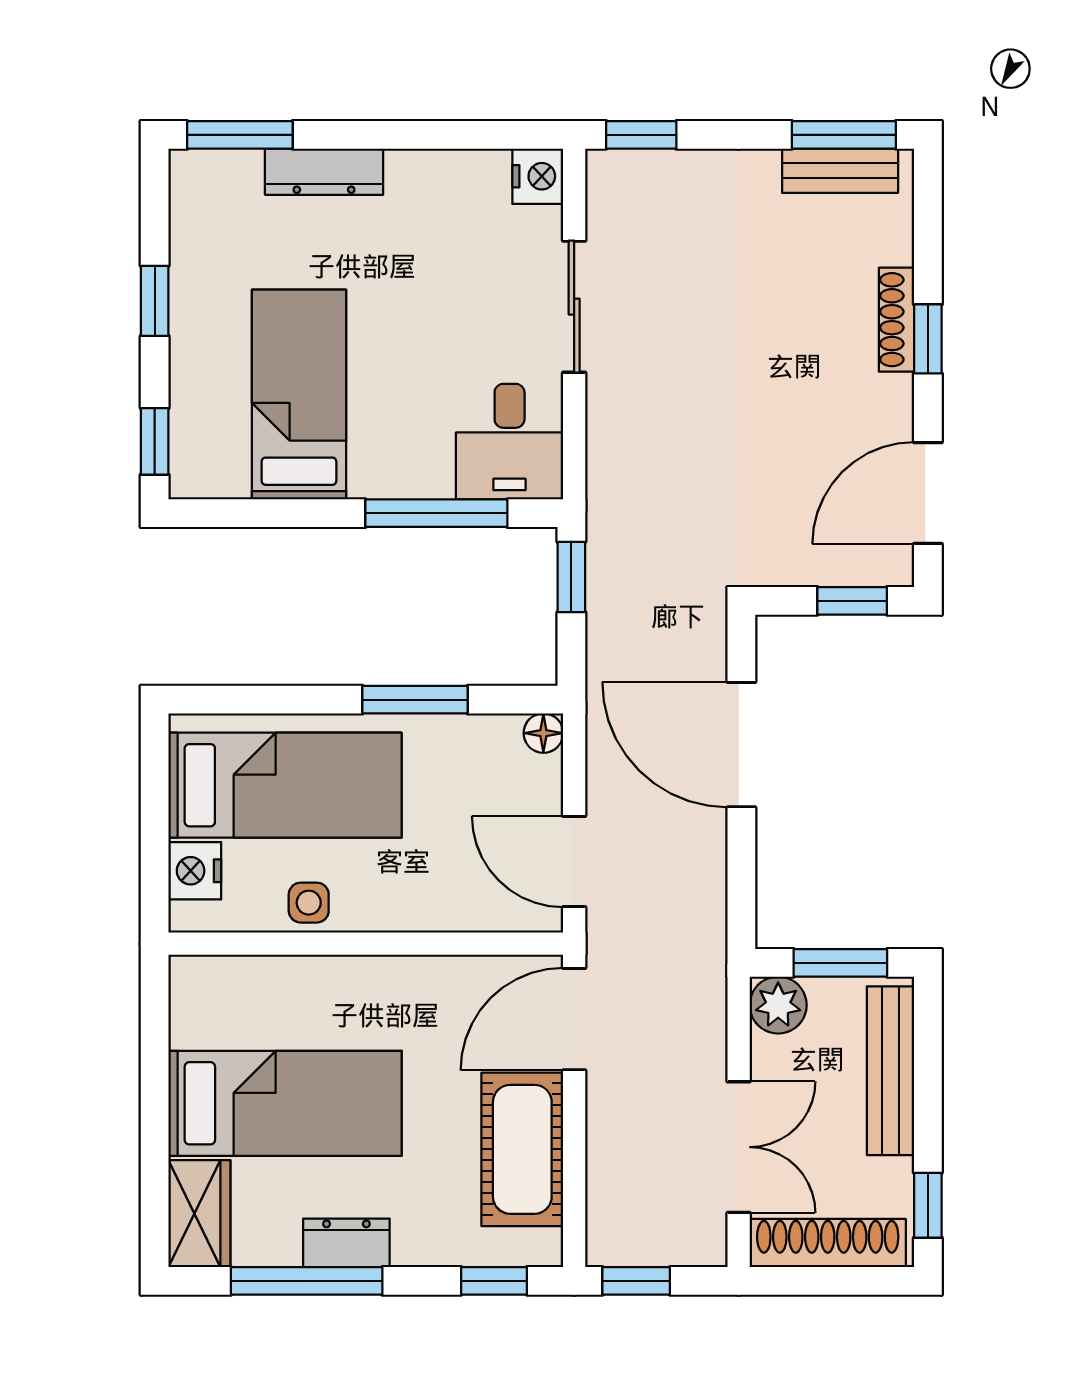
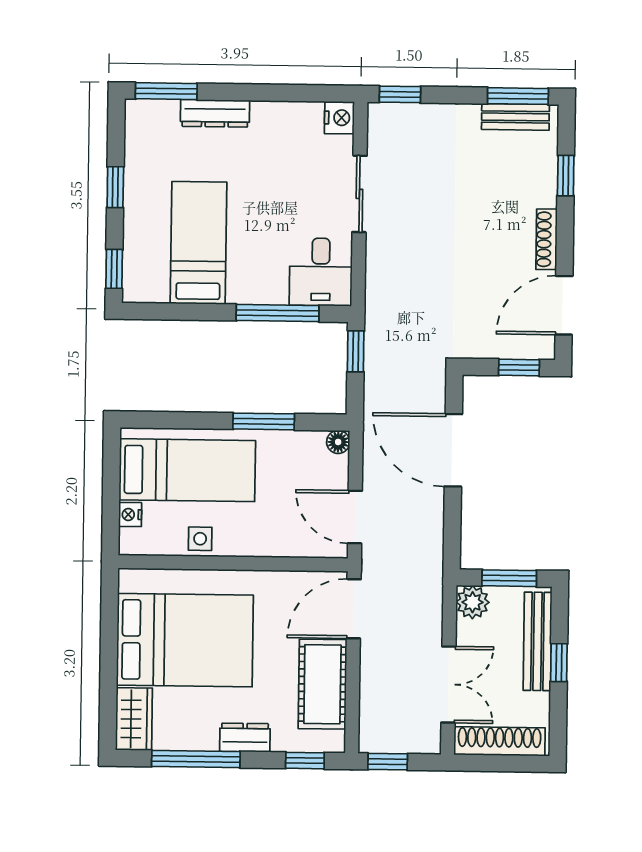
shoe rack: (896, 320) -> (547, 239), moved
window: (928, 339) -> (566, 176), moved
nightstand: (195, 871) -> (130, 515), width x0.72, depth x0.74
bed: (285, 1103) -> (185, 640), width x1.50
window: (928, 1205) -> (559, 663), moved
dresser: (346, 1243) -> (245, 738), moved

